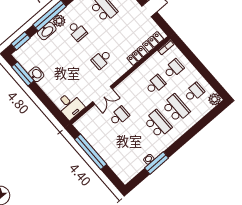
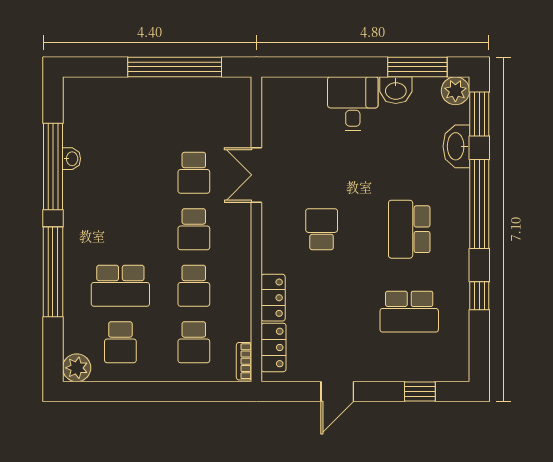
plant: (59, 21) -> (455, 91), moved
washbasin: (47, 31) -> (456, 146), moved
school desk: (77, 31) -> (409, 229), width x1.85
desk: (70, 106) -> (353, 104), moved, turned 90
school desk: (158, 124) -> (194, 229), moved, width x0.54
window: (190, 134) -> (53, 272), added
window: (157, 163) -> (53, 167), width x1.46

